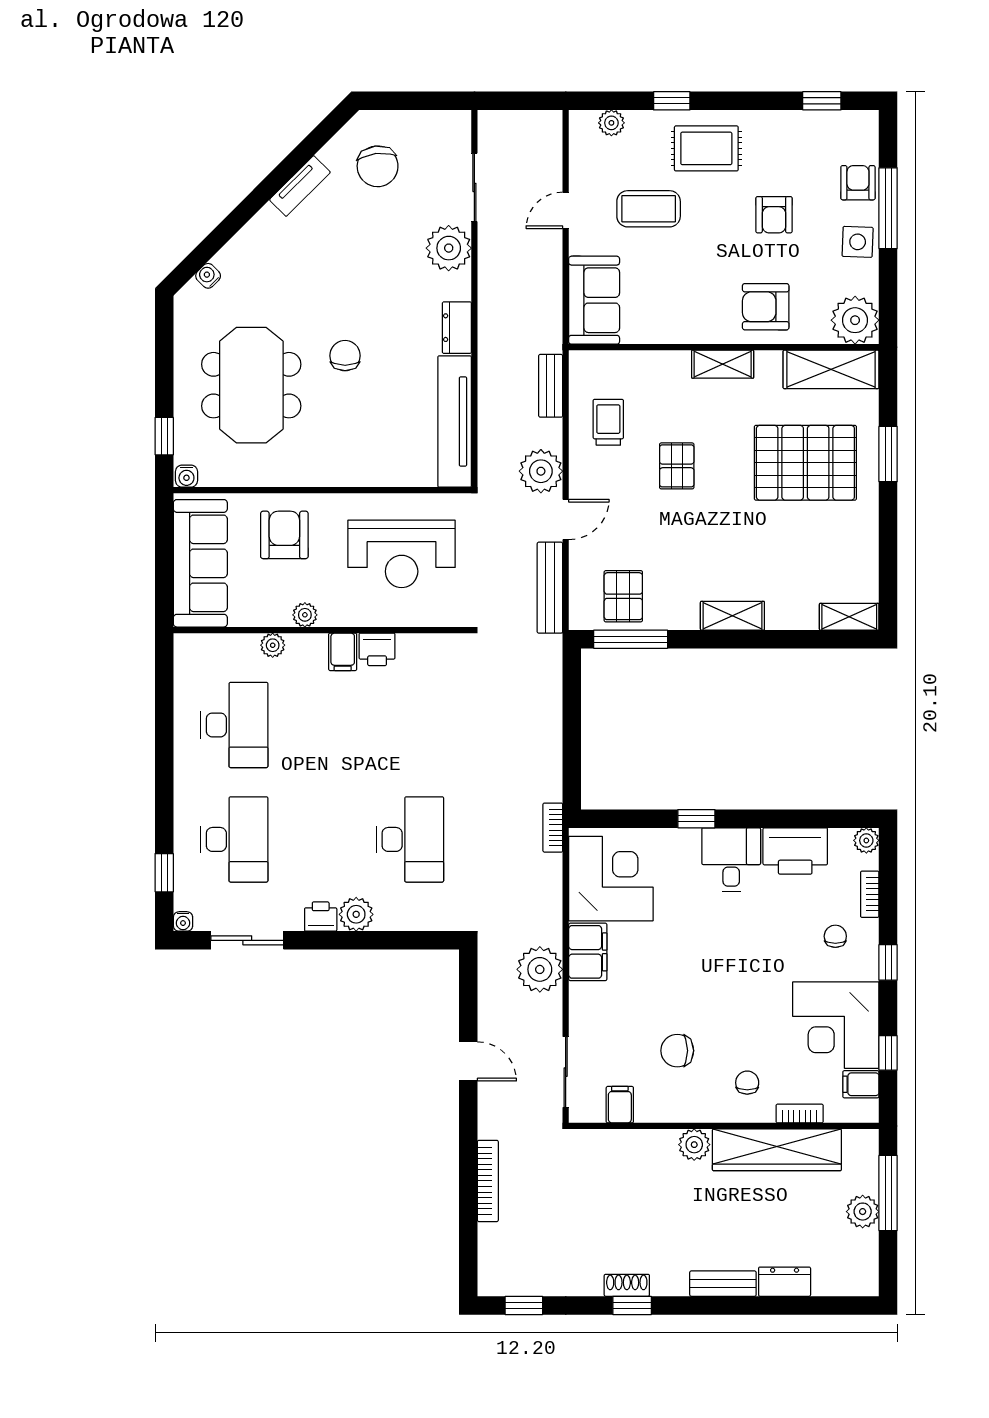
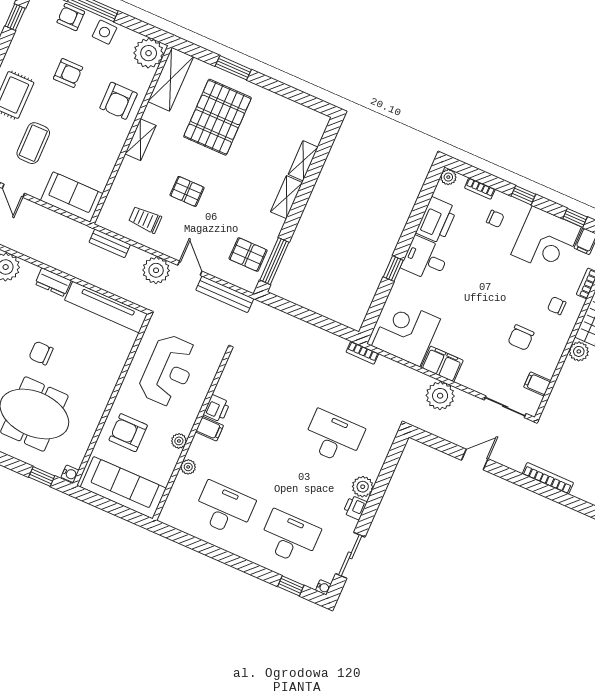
shelving: (849, 617) -> (303, 161), moved
chair: (835, 936) -> (495, 219), turned 180

